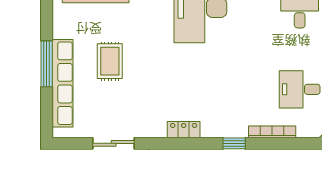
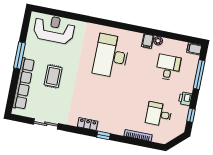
window: (47, 64) -> (20, 55), moved
window: (234, 143) -> (104, 135), moved

